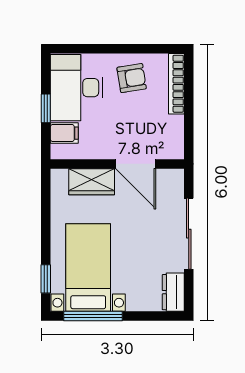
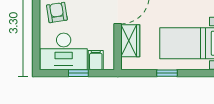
window: (46, 279) -> (167, 73), moved

